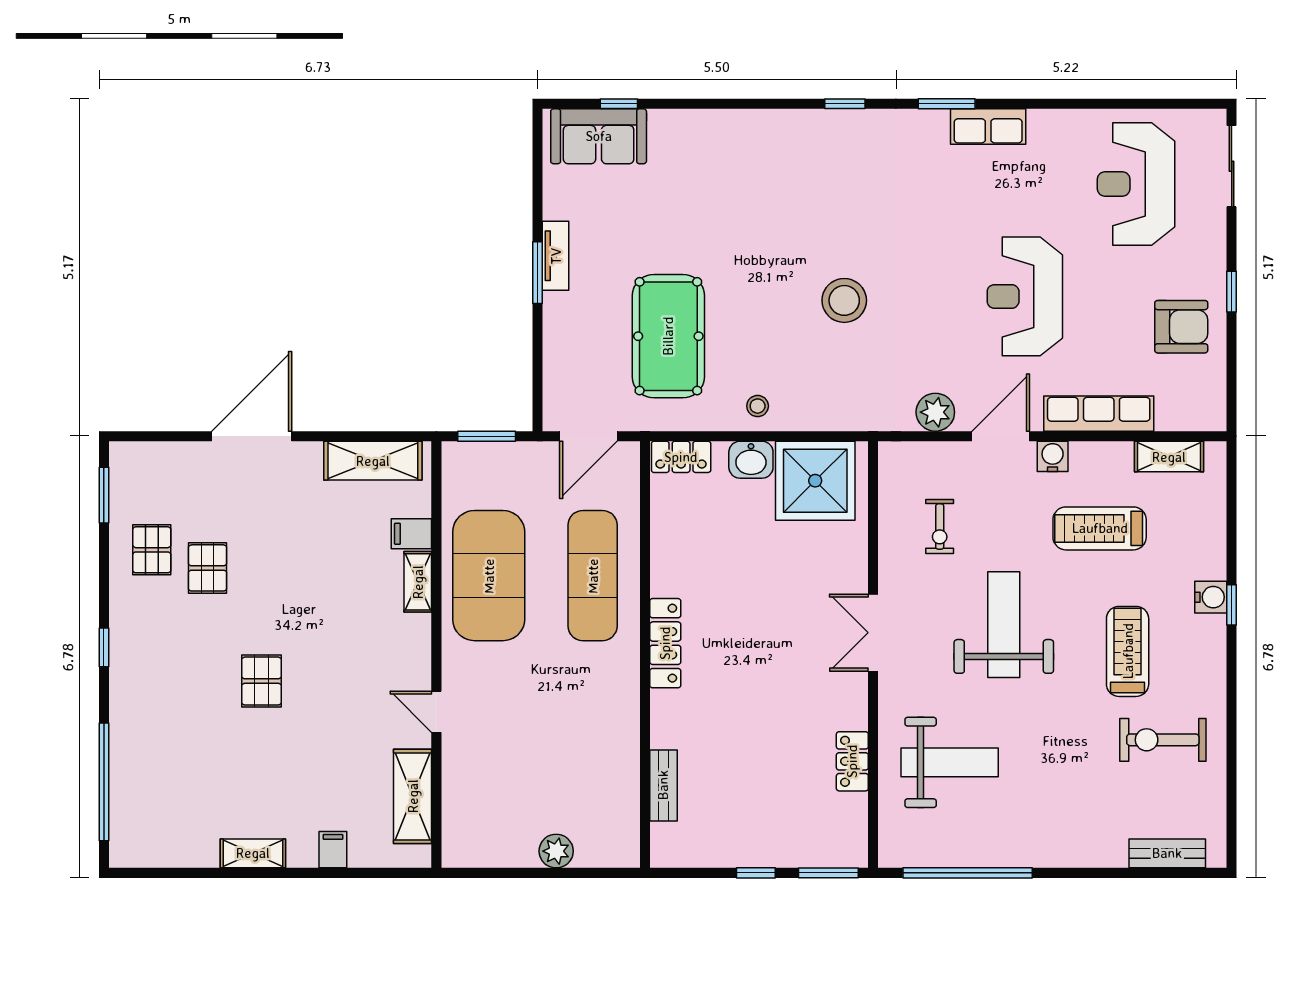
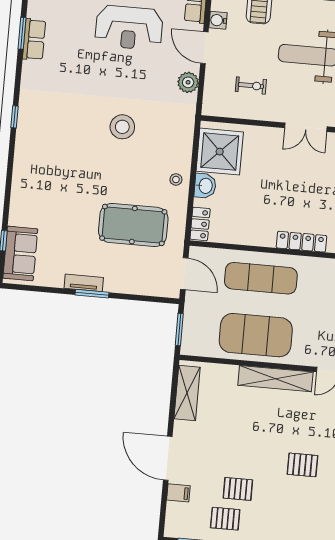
window: (947, 104) -> (22, 33), moved
filing cabinet: (411, 534) -> (178, 493), moved, turned -90
shelving: (418, 582) -> (275, 379), width x2.20, depth x1.33

